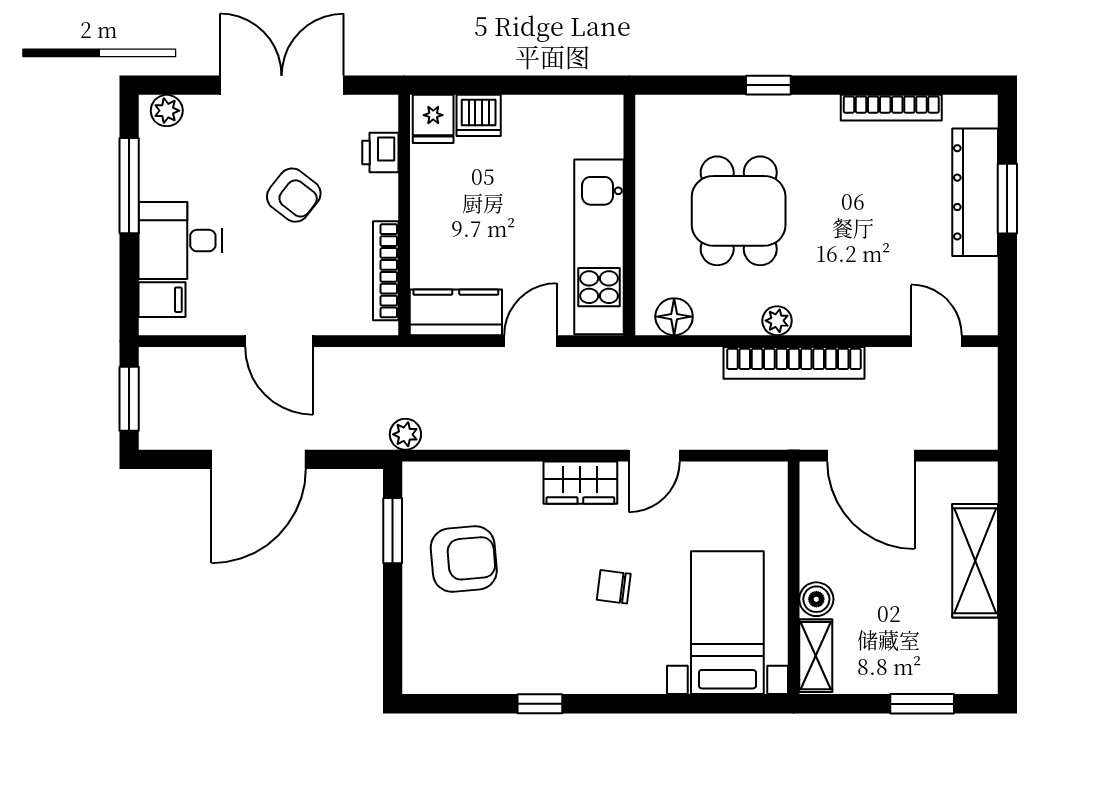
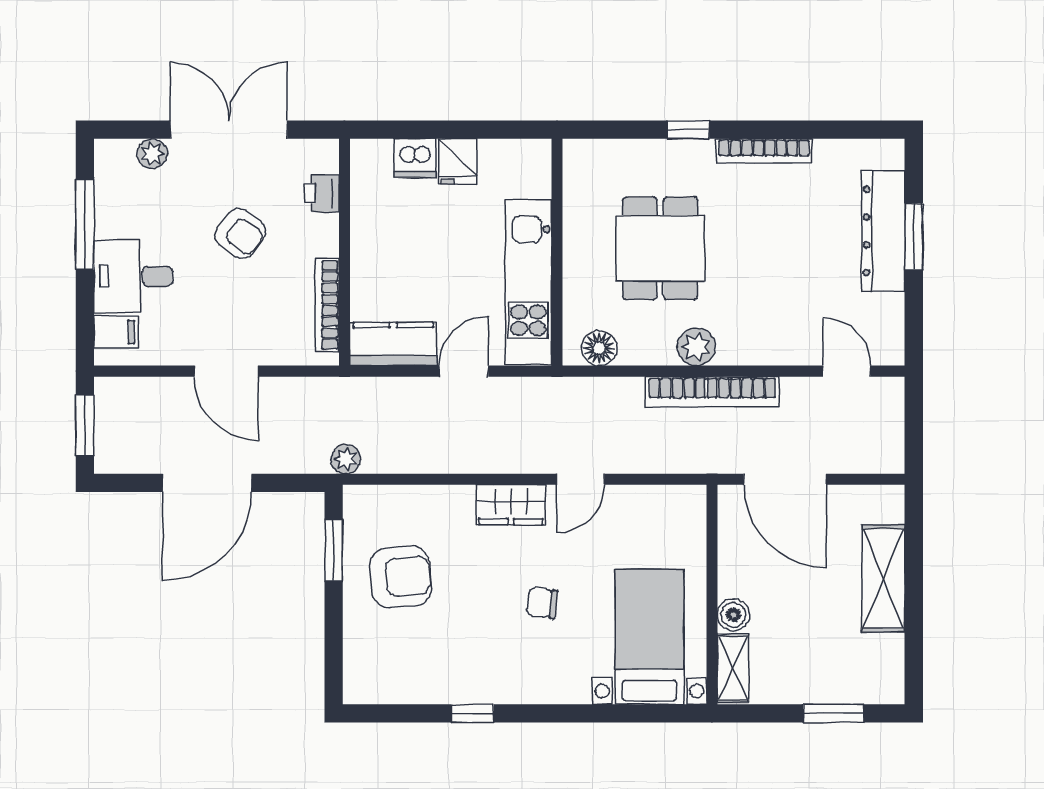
bookcase: (891, 108) -> (764, 151), moved
plant: (167, 111) -> (152, 154), moved
fridge: (433, 119) -> (458, 162), moved
plant: (777, 321) -> (696, 347), width x1.38, depth x1.38

